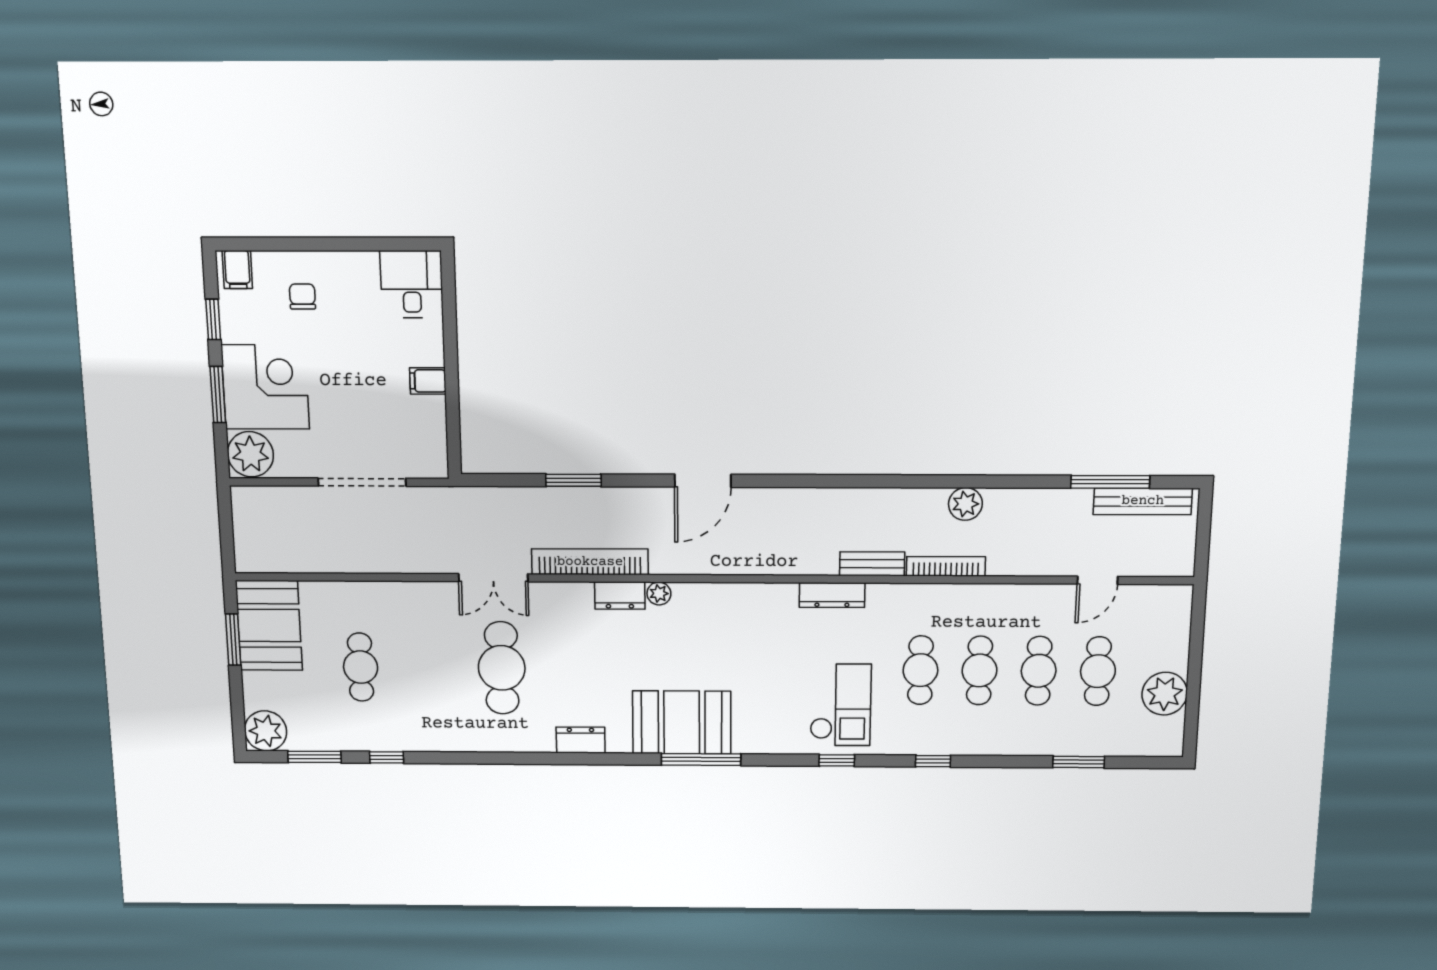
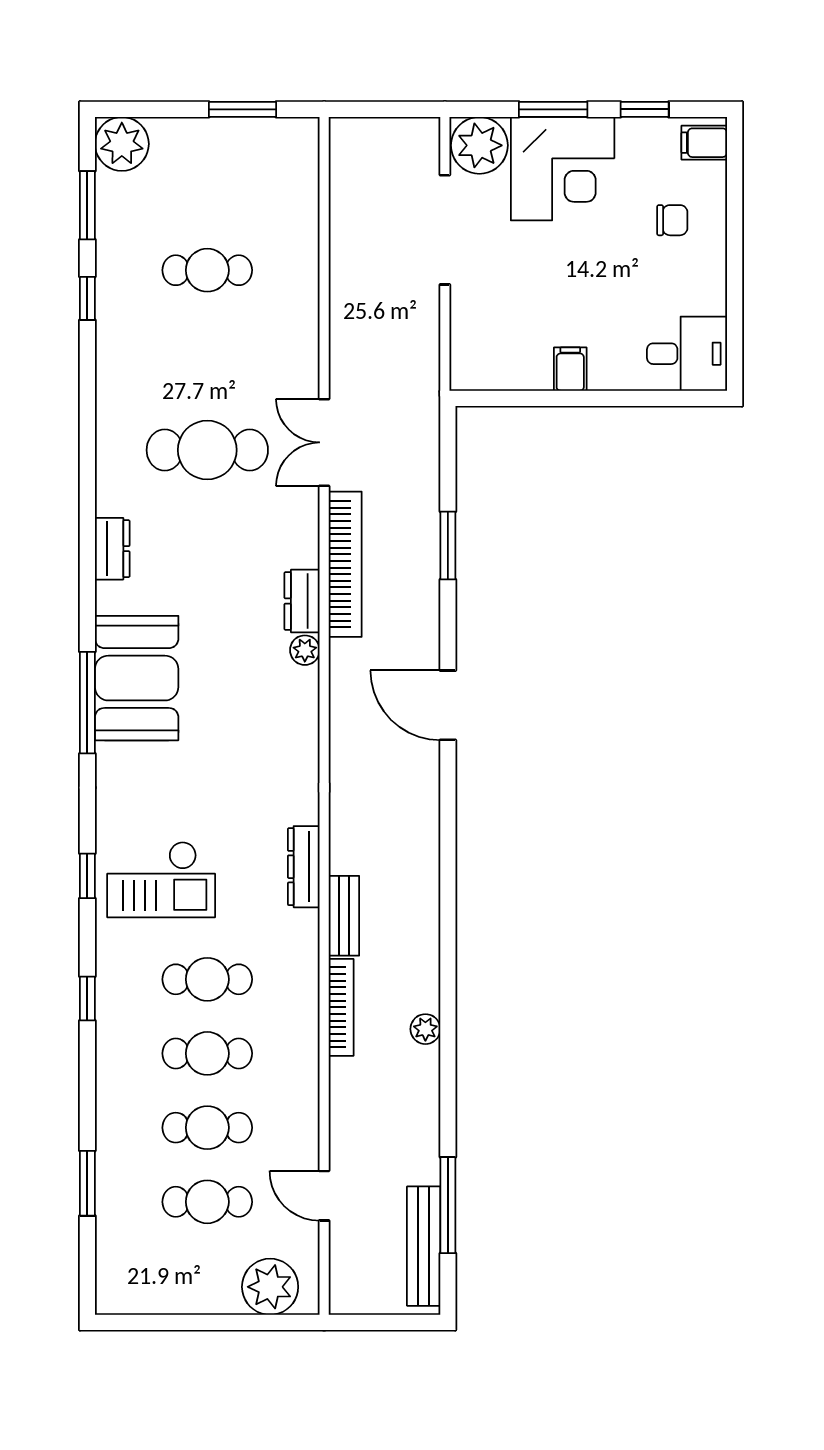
doorway: (362, 482) -> (445, 230), moved
plant: (965, 504) -> (425, 1029), width x0.73, depth x0.73
booth: (269, 625) -> (261, 156), removed
plant: (1165, 694) -> (270, 1287), moved

